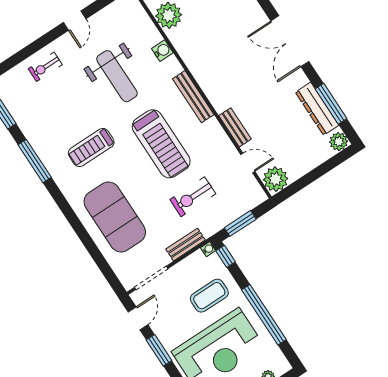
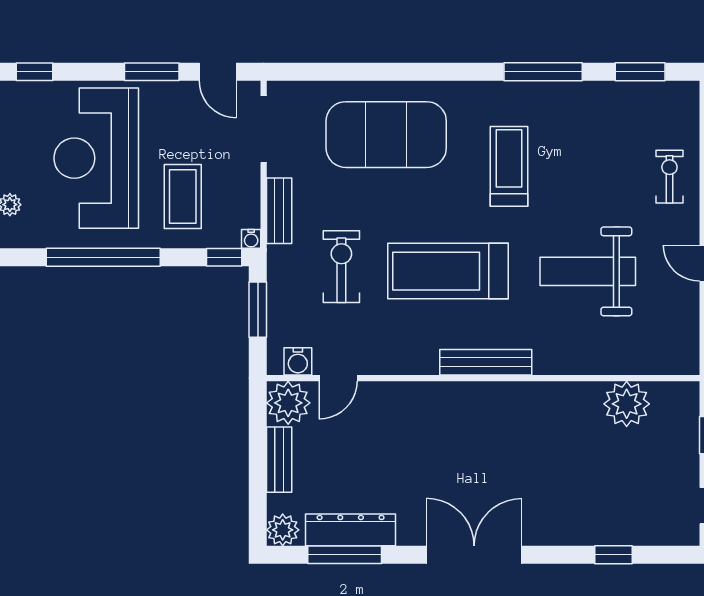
water cooler: (162, 51) -> (298, 361), moved
bench: (235, 127) -> (279, 460), moved, turned 90

